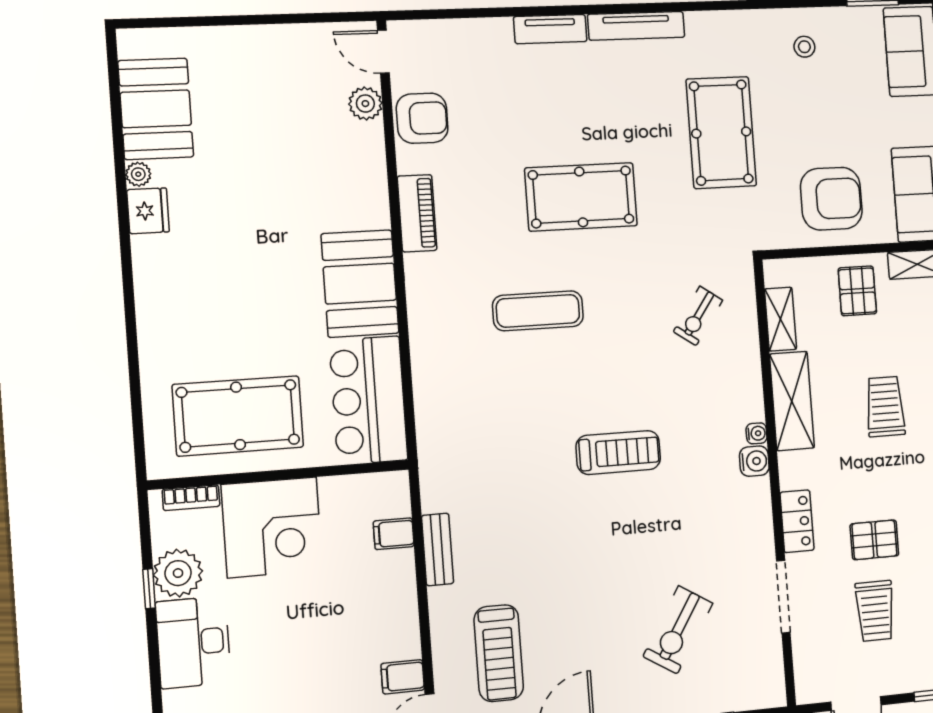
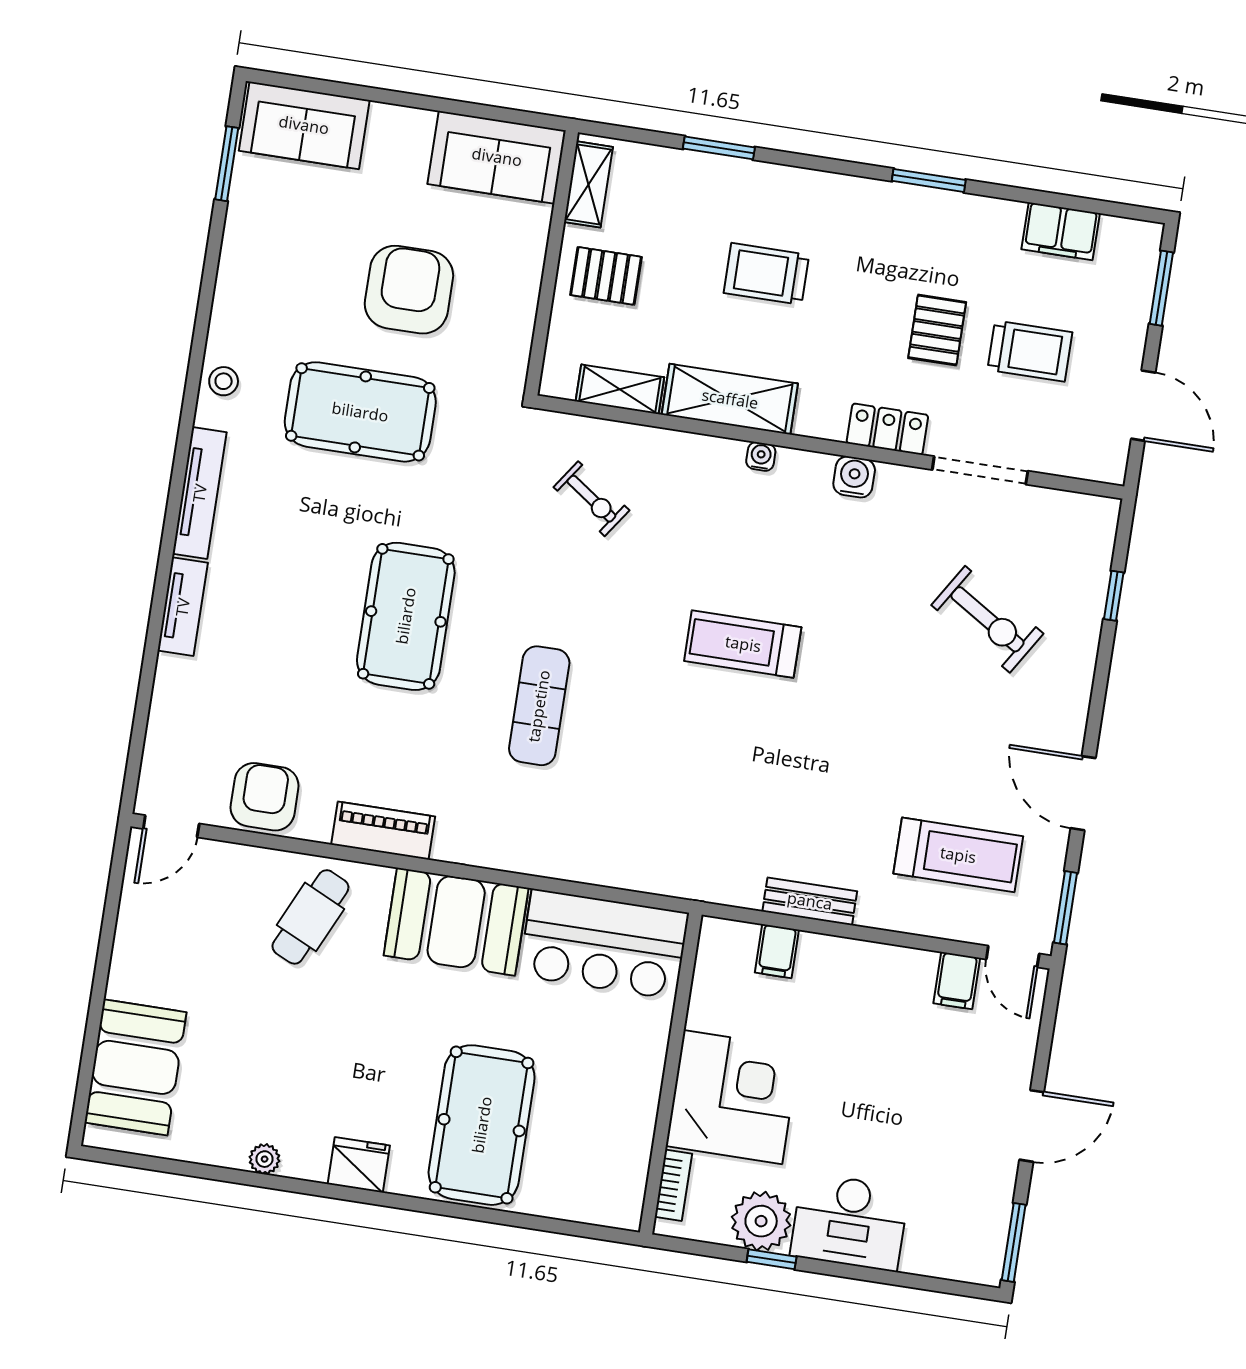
stool: (804, 47) -> (224, 381), moved
plant: (365, 104) -> (232, 864), removed
booth: (156, 109) -> (136, 1067), moved, turned 90
cafe table: (338, 172) -> (310, 917), added
armchair: (831, 199) -> (409, 290), moved
fridge: (148, 211) -> (359, 1165), moved
pool table: (238, 416) -> (482, 1125), moved
treadmill: (618, 452) -> (743, 644), turned -90
water cooler: (754, 461) -> (854, 477), moved

